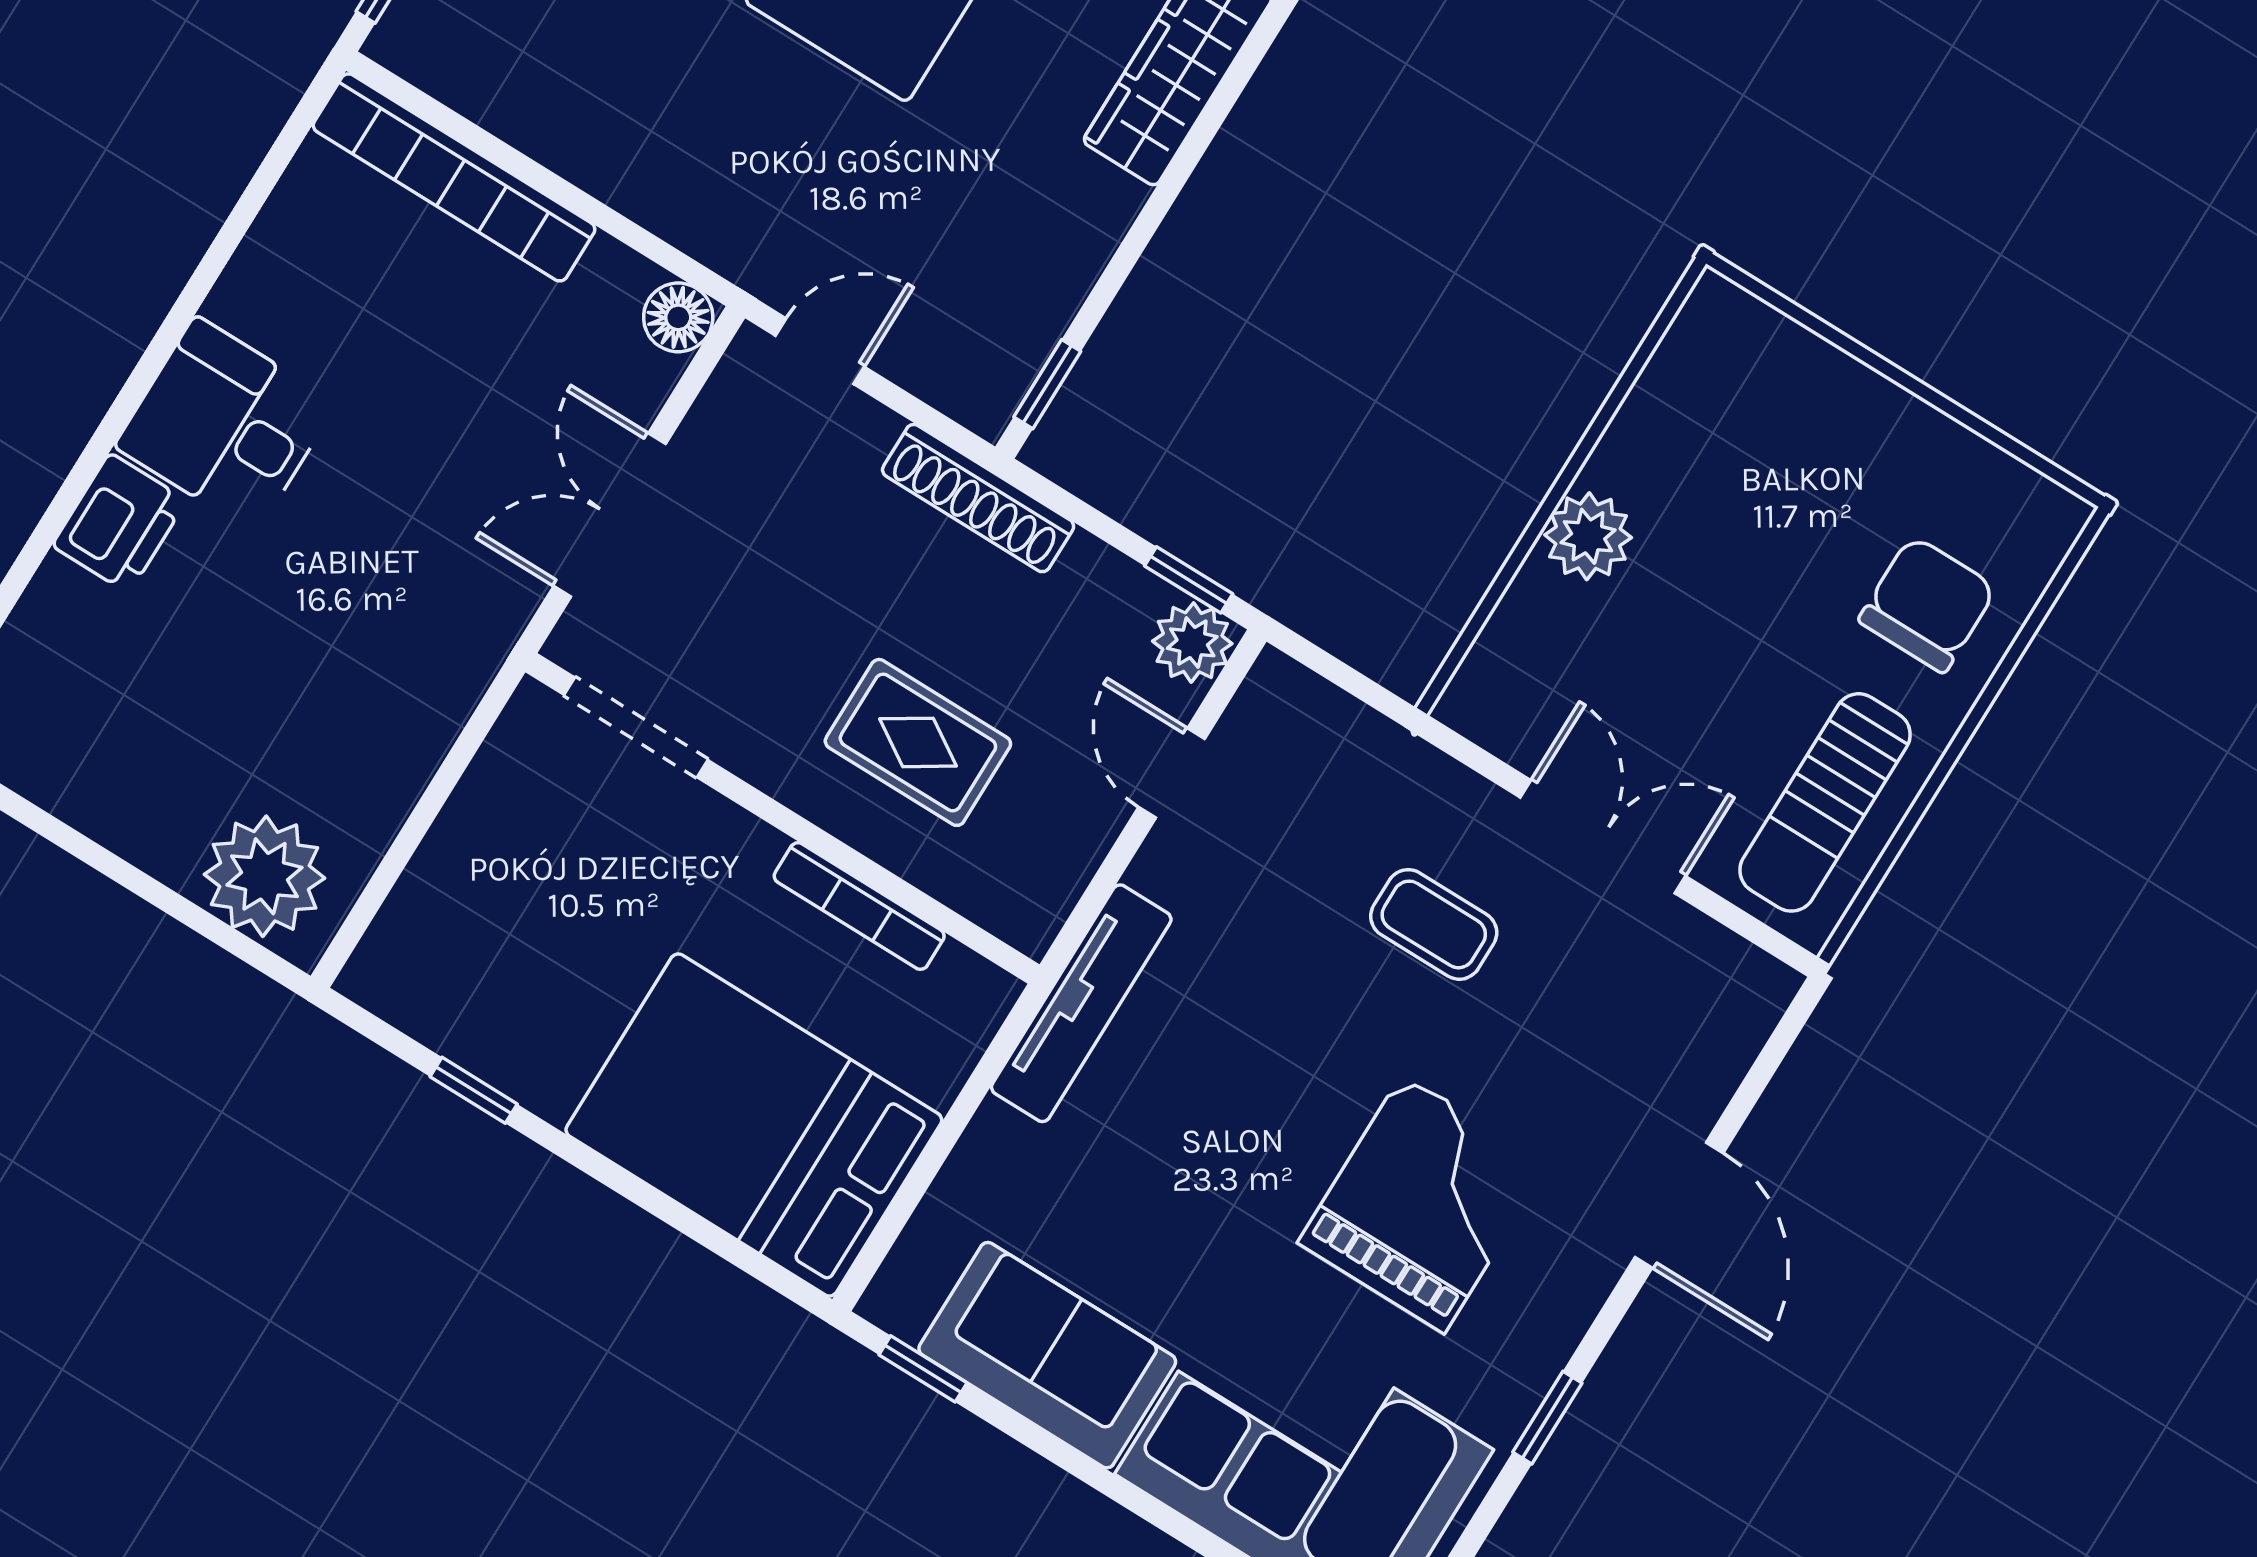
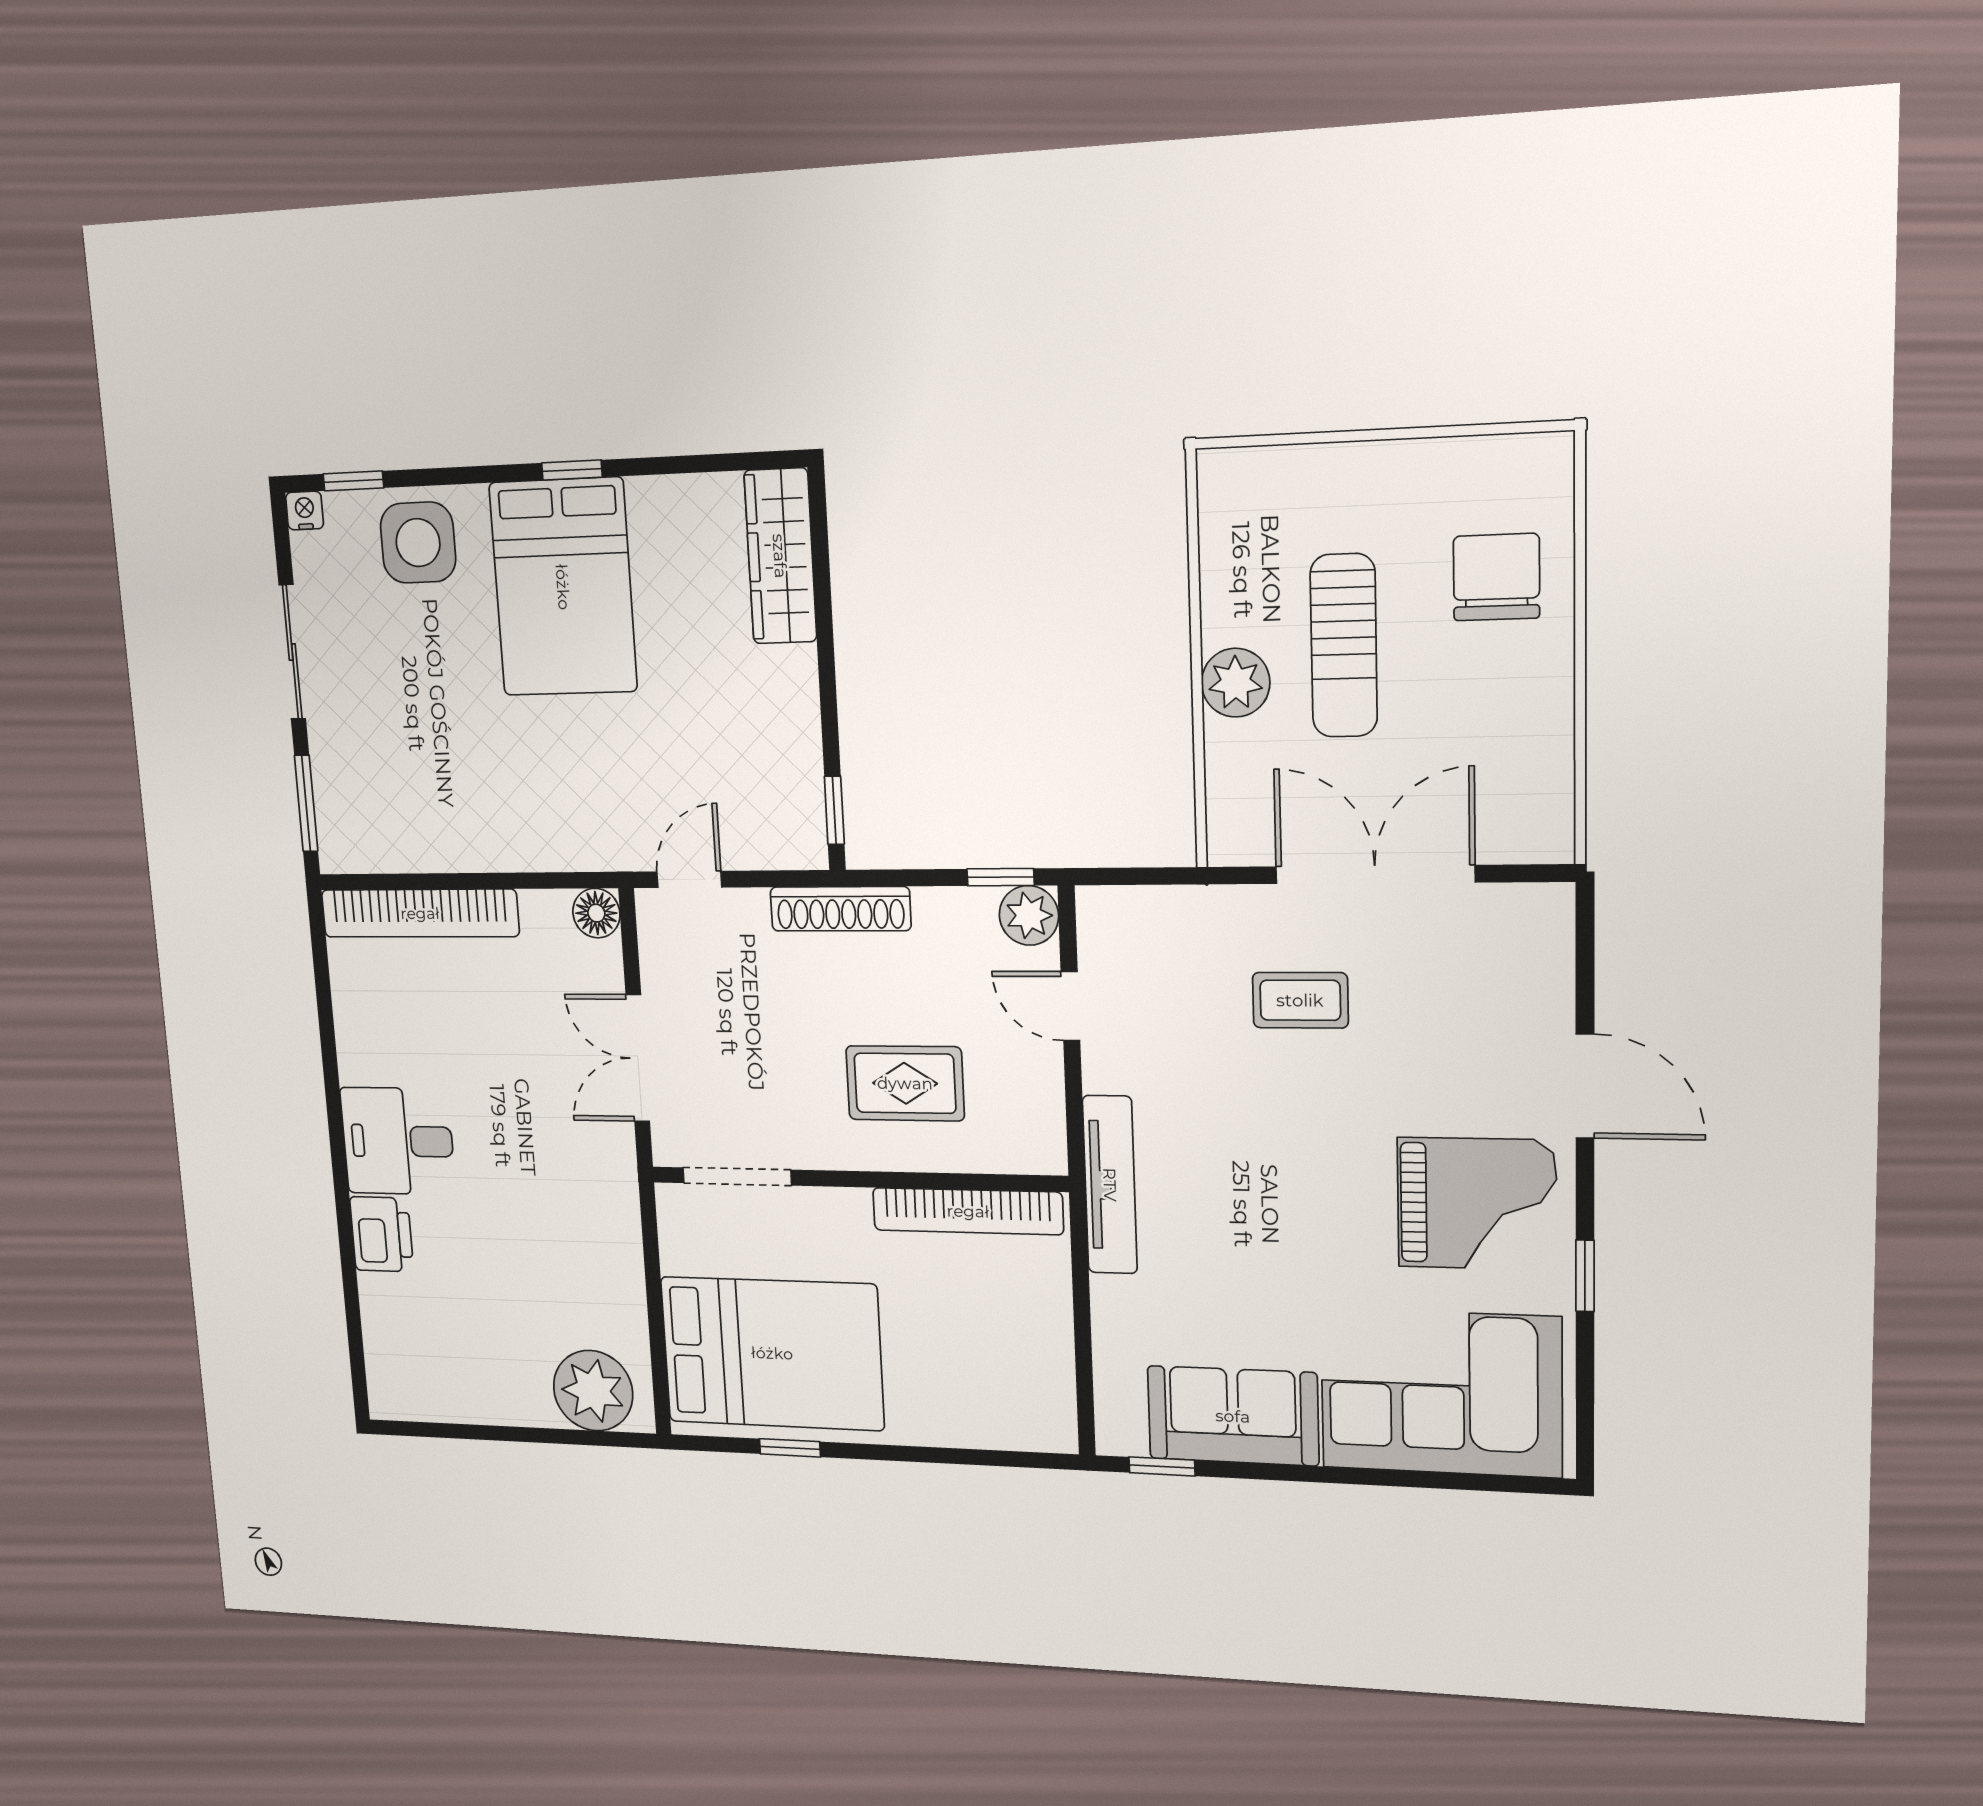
sun lounger: (1825, 802) -> (1344, 646), moved
double door: (1603, 837) -> (1375, 874), width x1.37
bookcase: (859, 906) -> (968, 1211), width x1.48, depth x1.31
bed: (754, 1125) -> (772, 1353), moved, turned 180
grand piano: (1423, 1203) -> (1477, 1204), moved, turned 90

